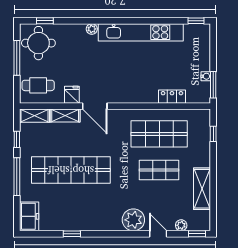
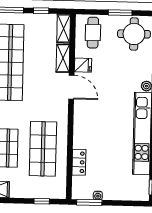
window: (17, 58) -> (120, 13), width x0.69
door: (95, 106) -> (71, 87), swing flipped

